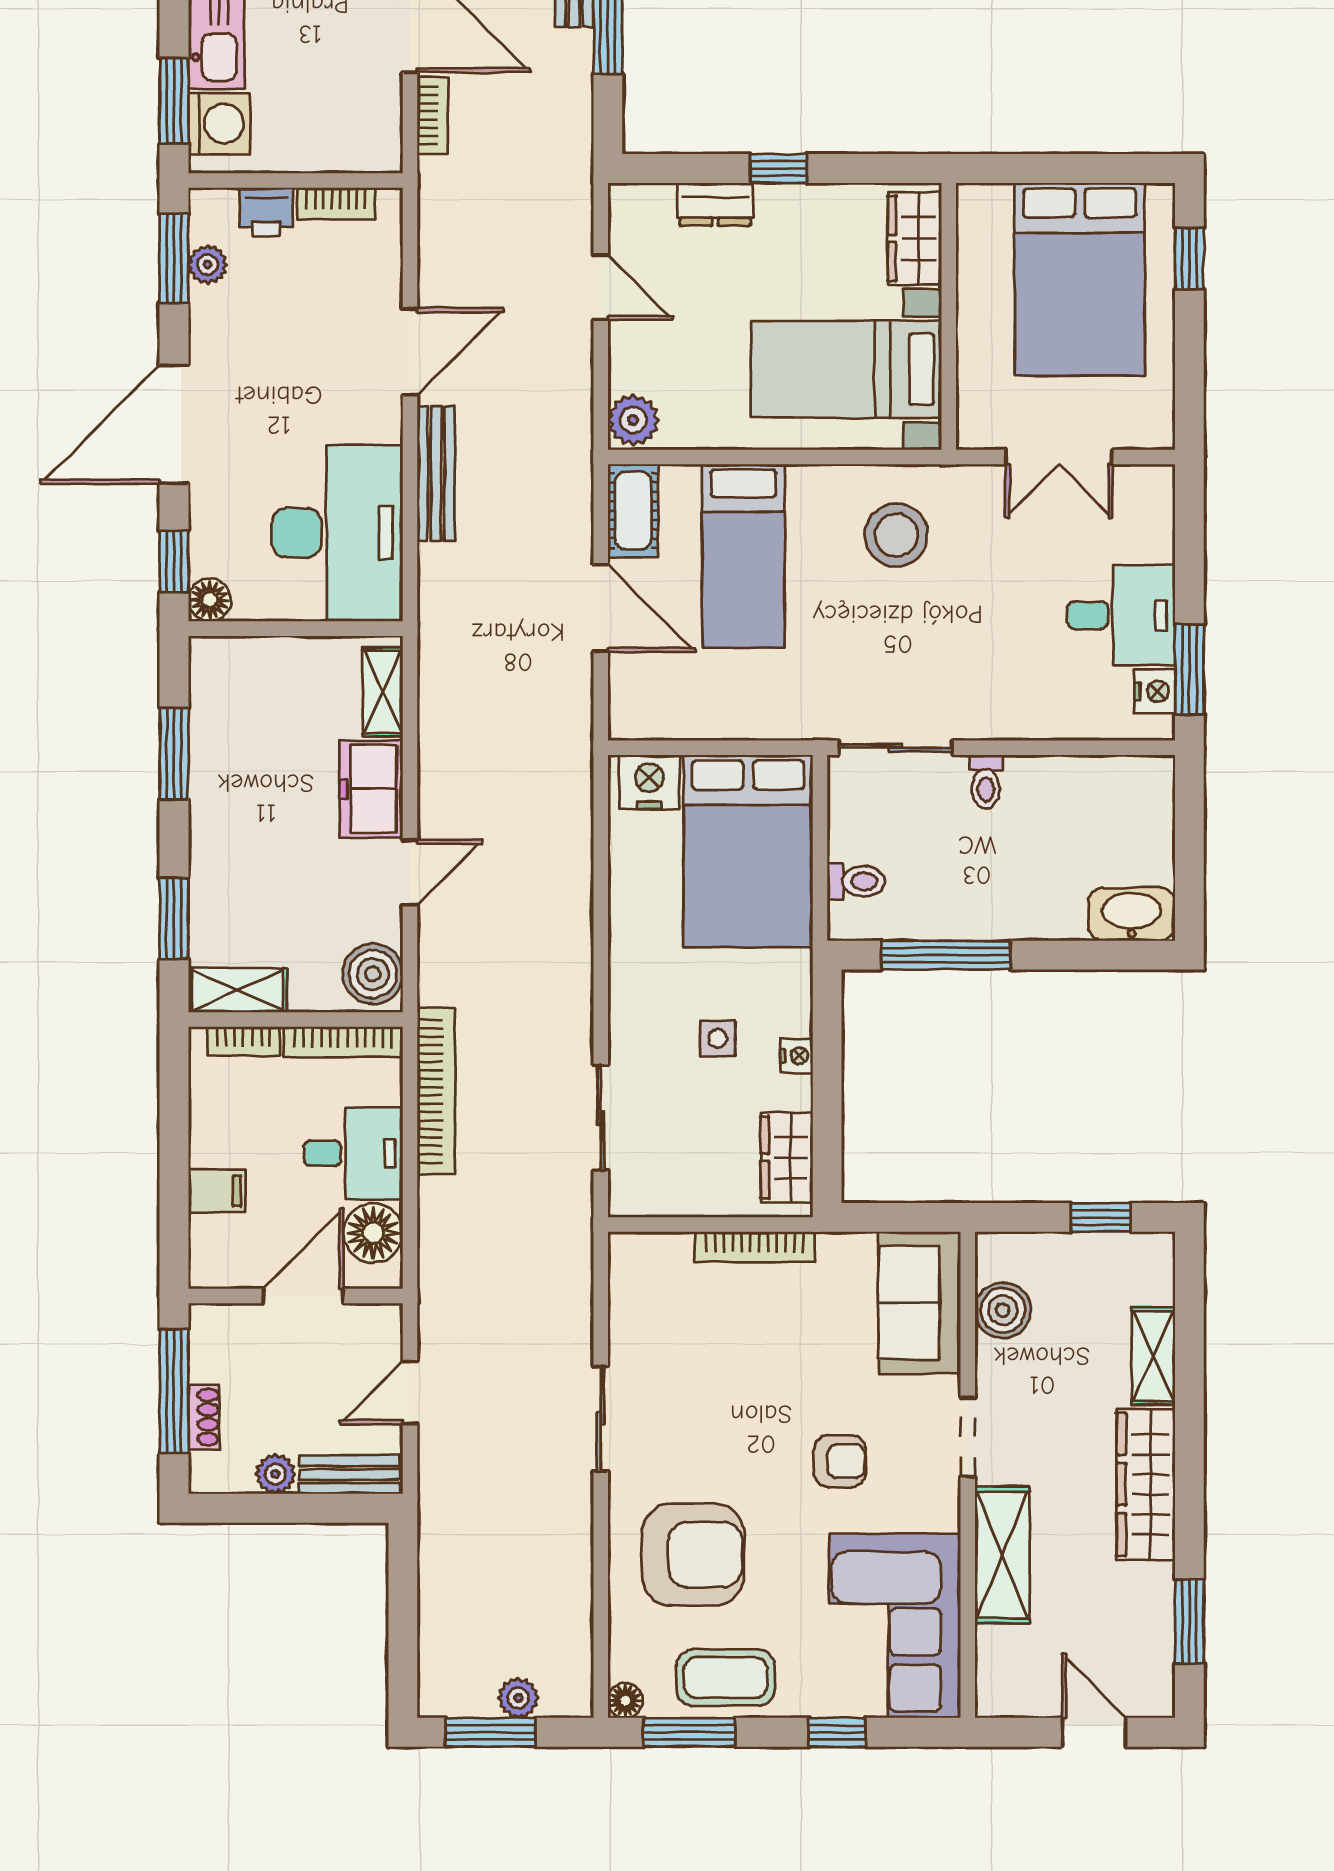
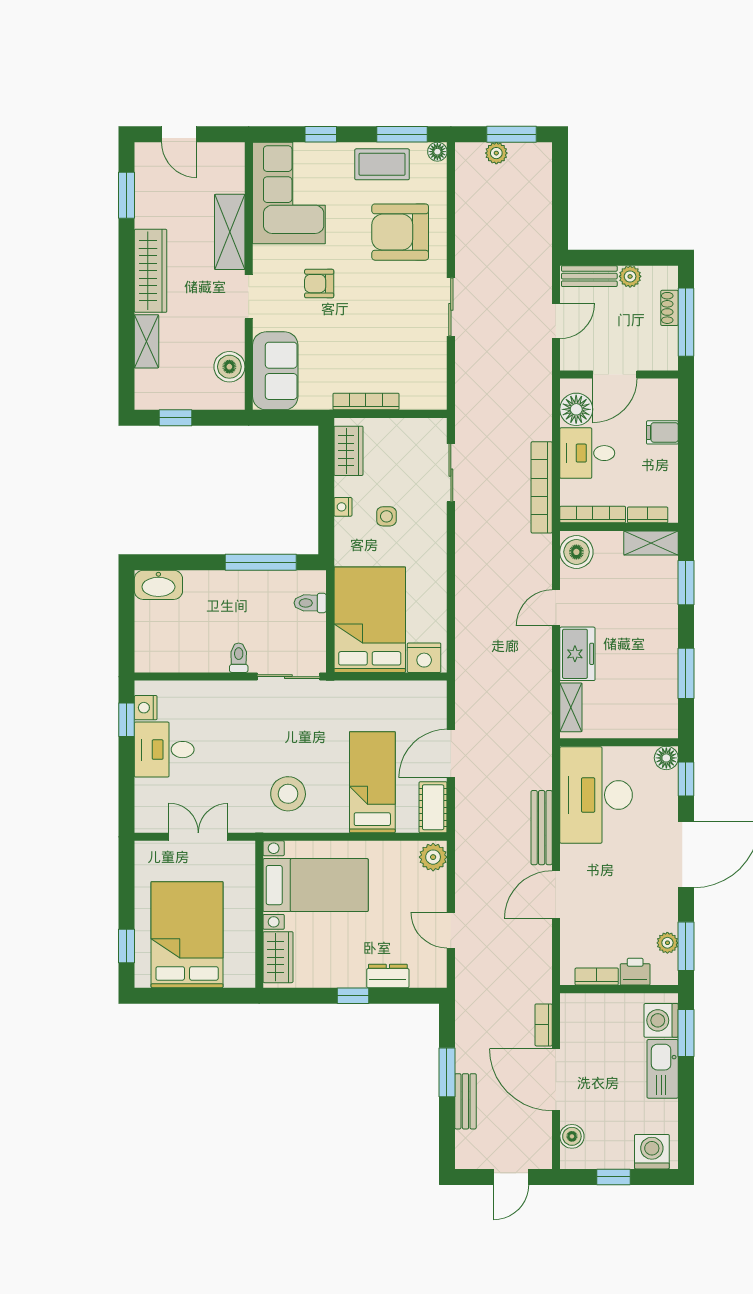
door: (601, 608) -> (451, 753), hinge flipped
window: (1189, 669) -> (127, 720), width x0.67

